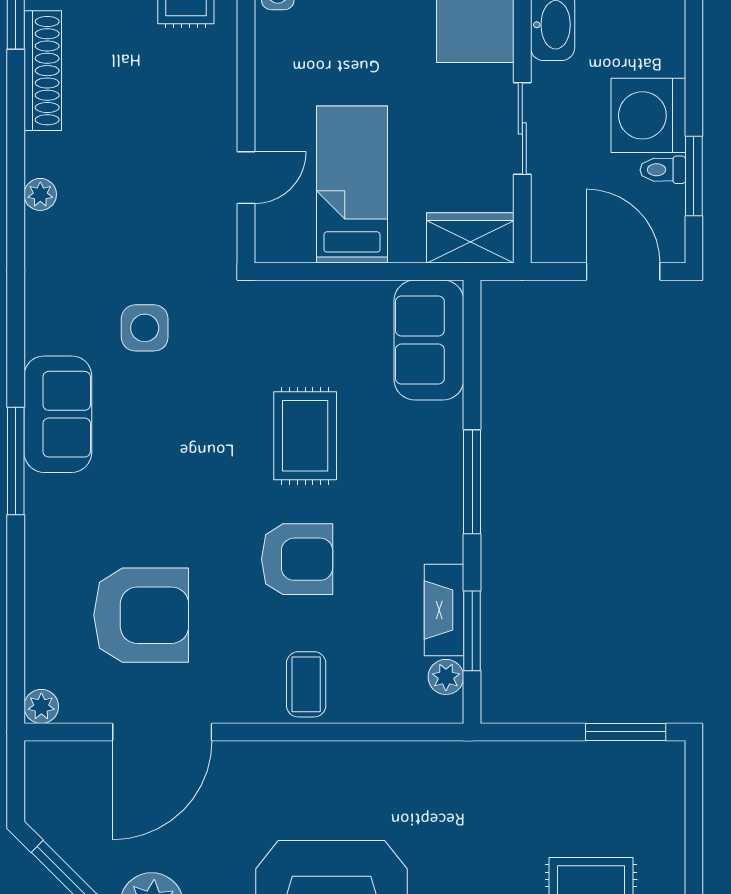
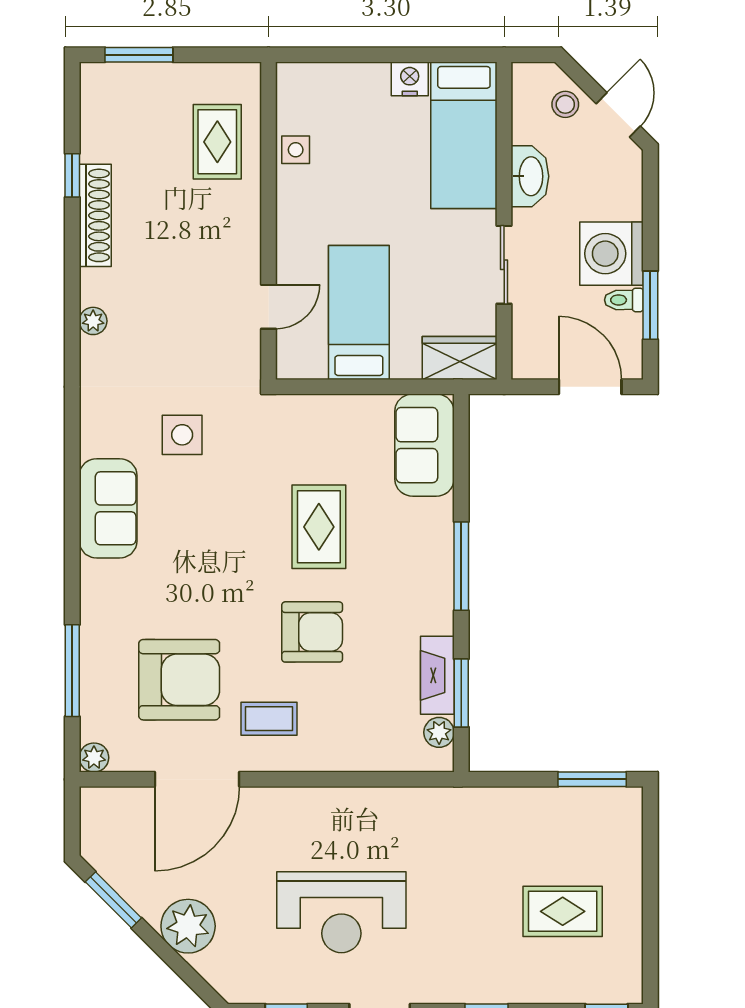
window: (16, 461) -> (72, 671), moved
coffee table: (306, 684) -> (269, 719), moved, turned 90

